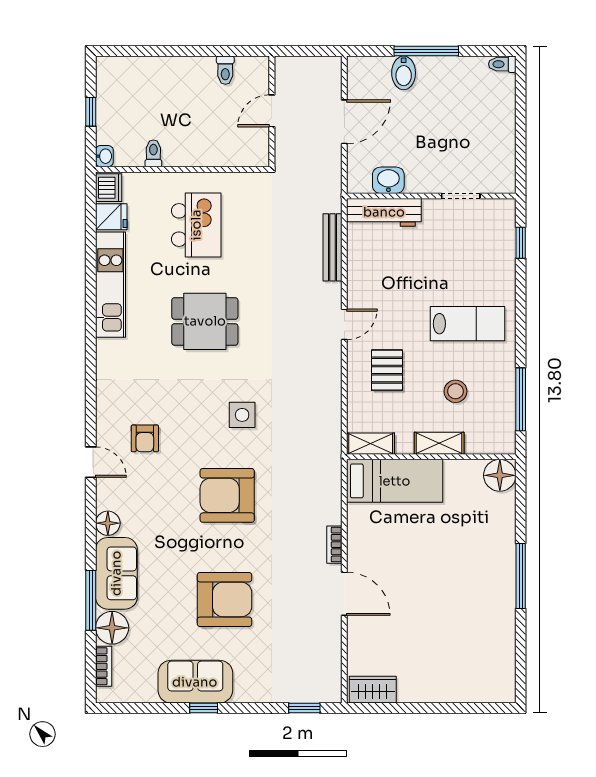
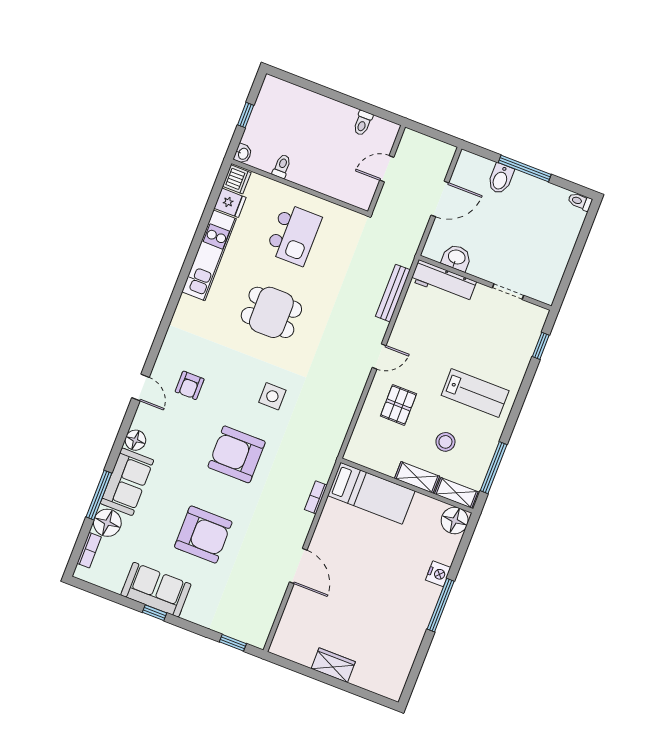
shelving: (371, 444) -> (456, 493), moved
nightstand: (504, 542) -> (438, 574), added
bookcase: (334, 545) -> (316, 497), moved
wardrobe: (373, 690) -> (333, 665), moved

